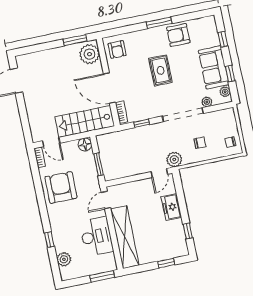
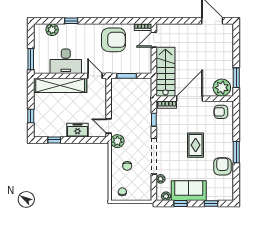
rug: (161, 70) -> (196, 145), turned 90
floor lamp: (85, 144) -> (146, 68), removed

